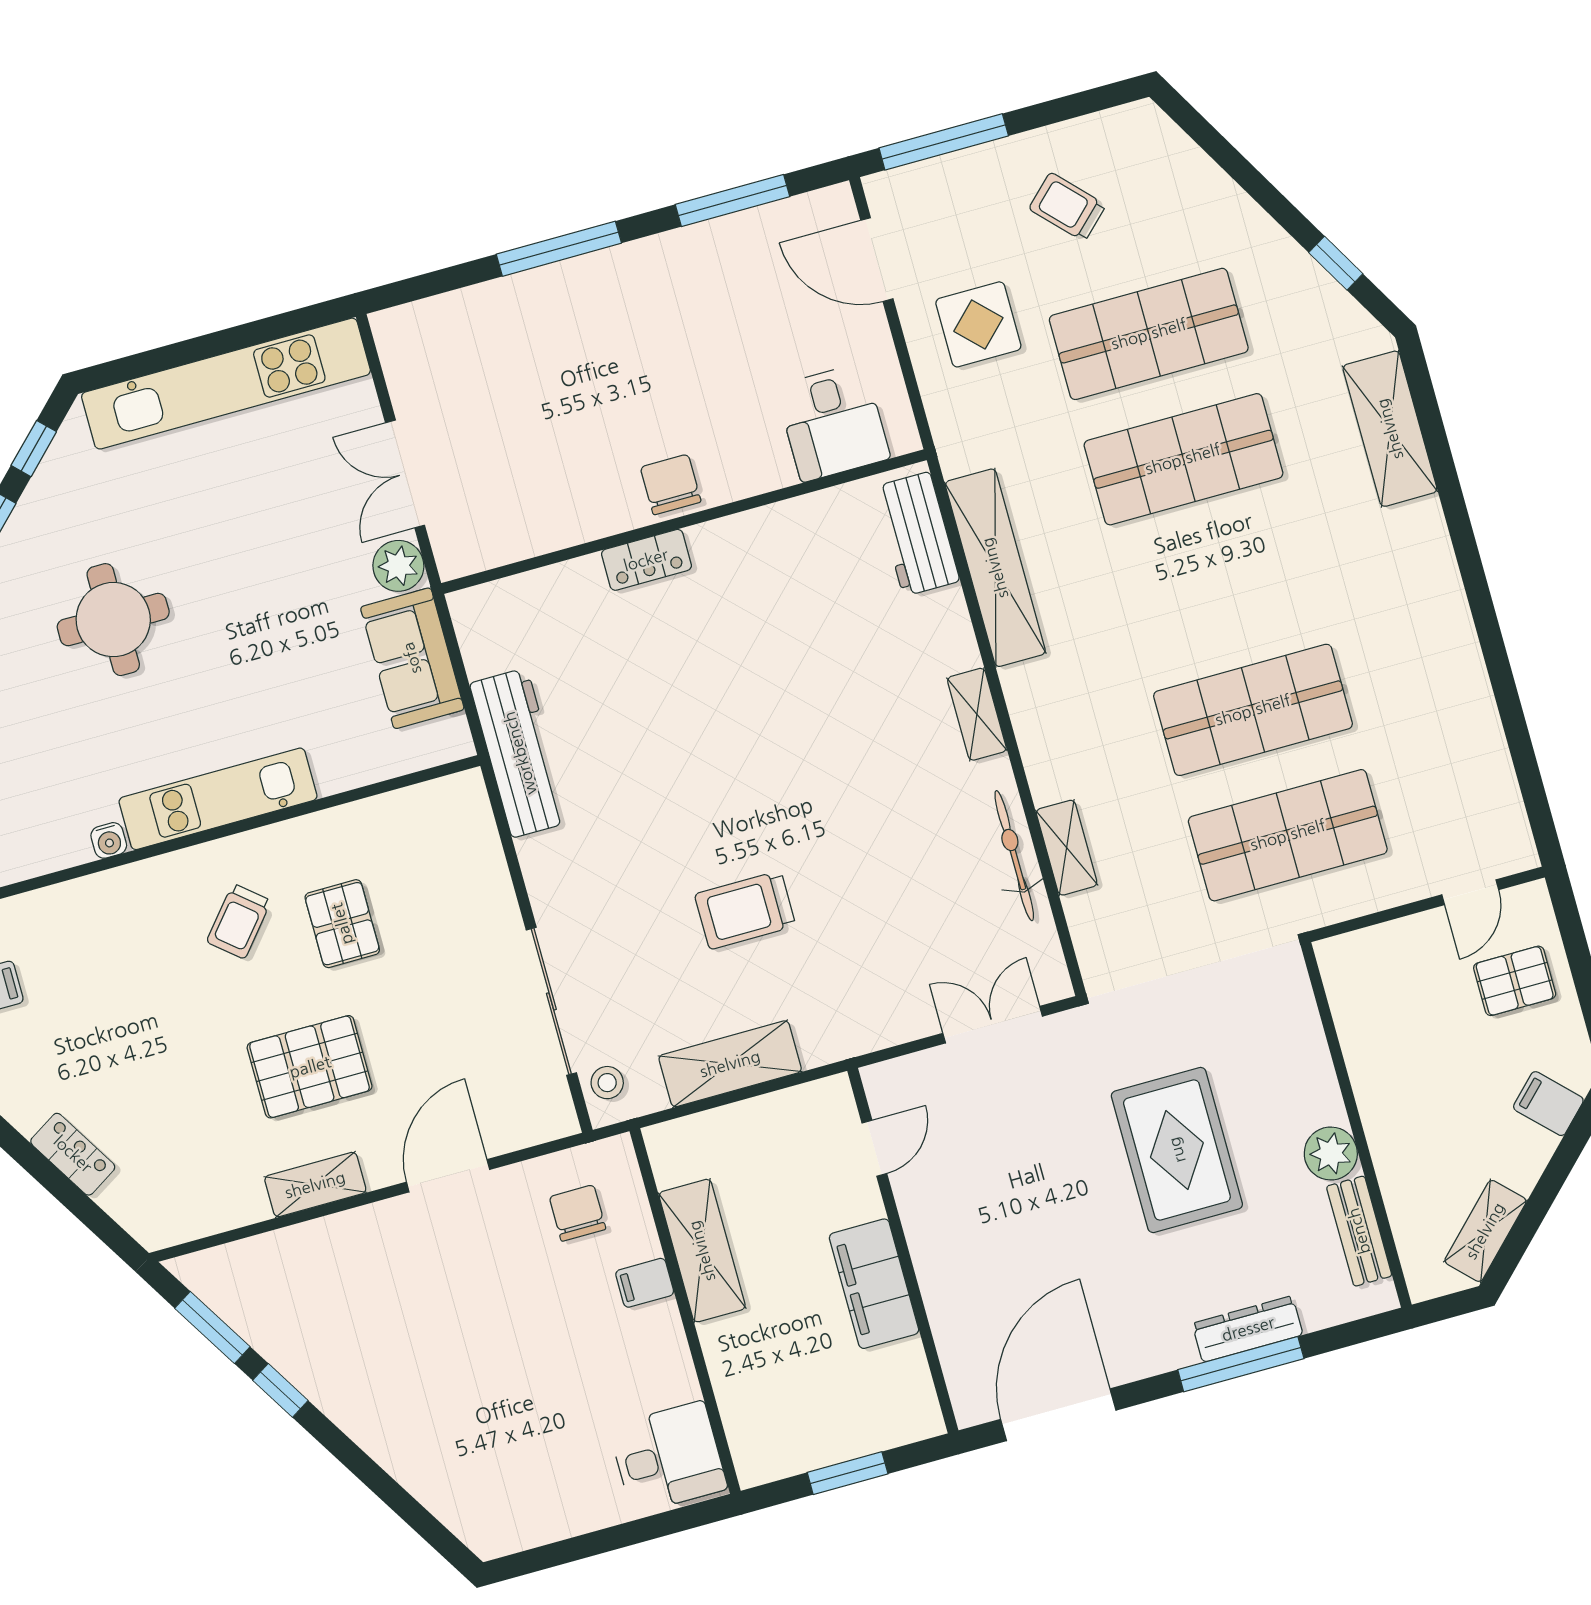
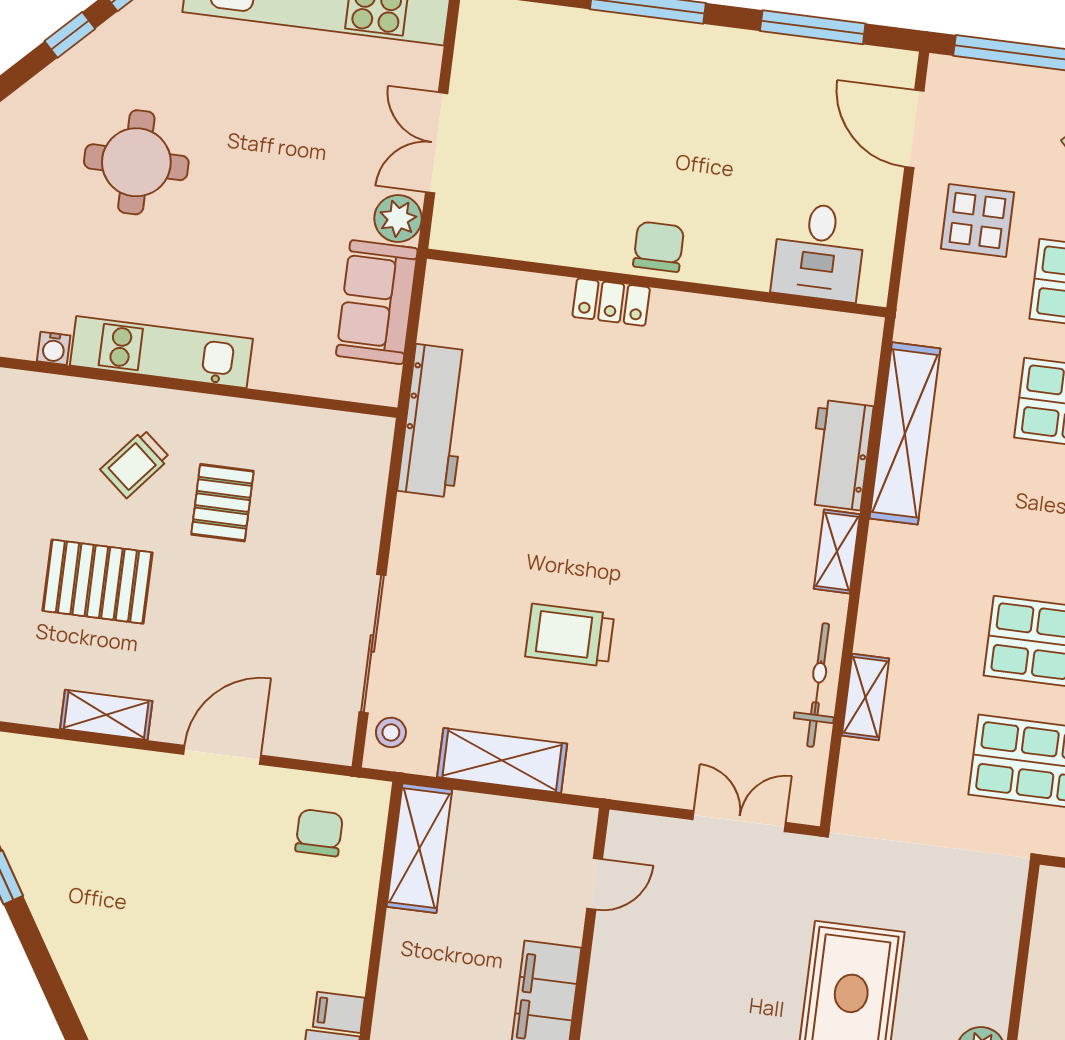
workbench: (917, 534) -> (840, 455), moved
pallet: (310, 1067) -> (97, 582), moved
shelving: (702, 1251) -> (419, 848), moved
filing cabinet: (645, 1283) -> (339, 1012), moved

